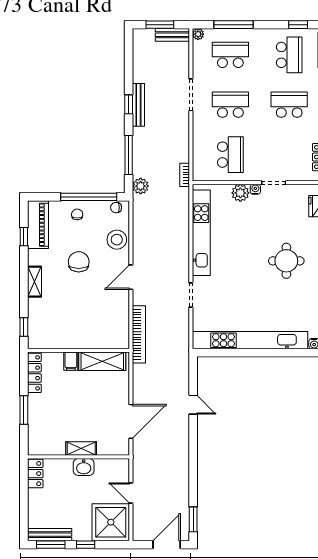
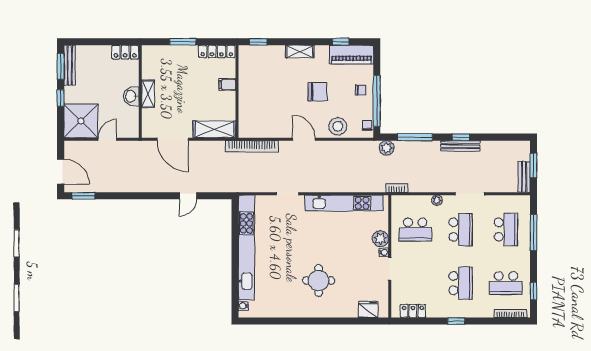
plant: (198, 34) -> (437, 200), moved
shelving: (102, 361) -> (215, 129), moved, turned 90

